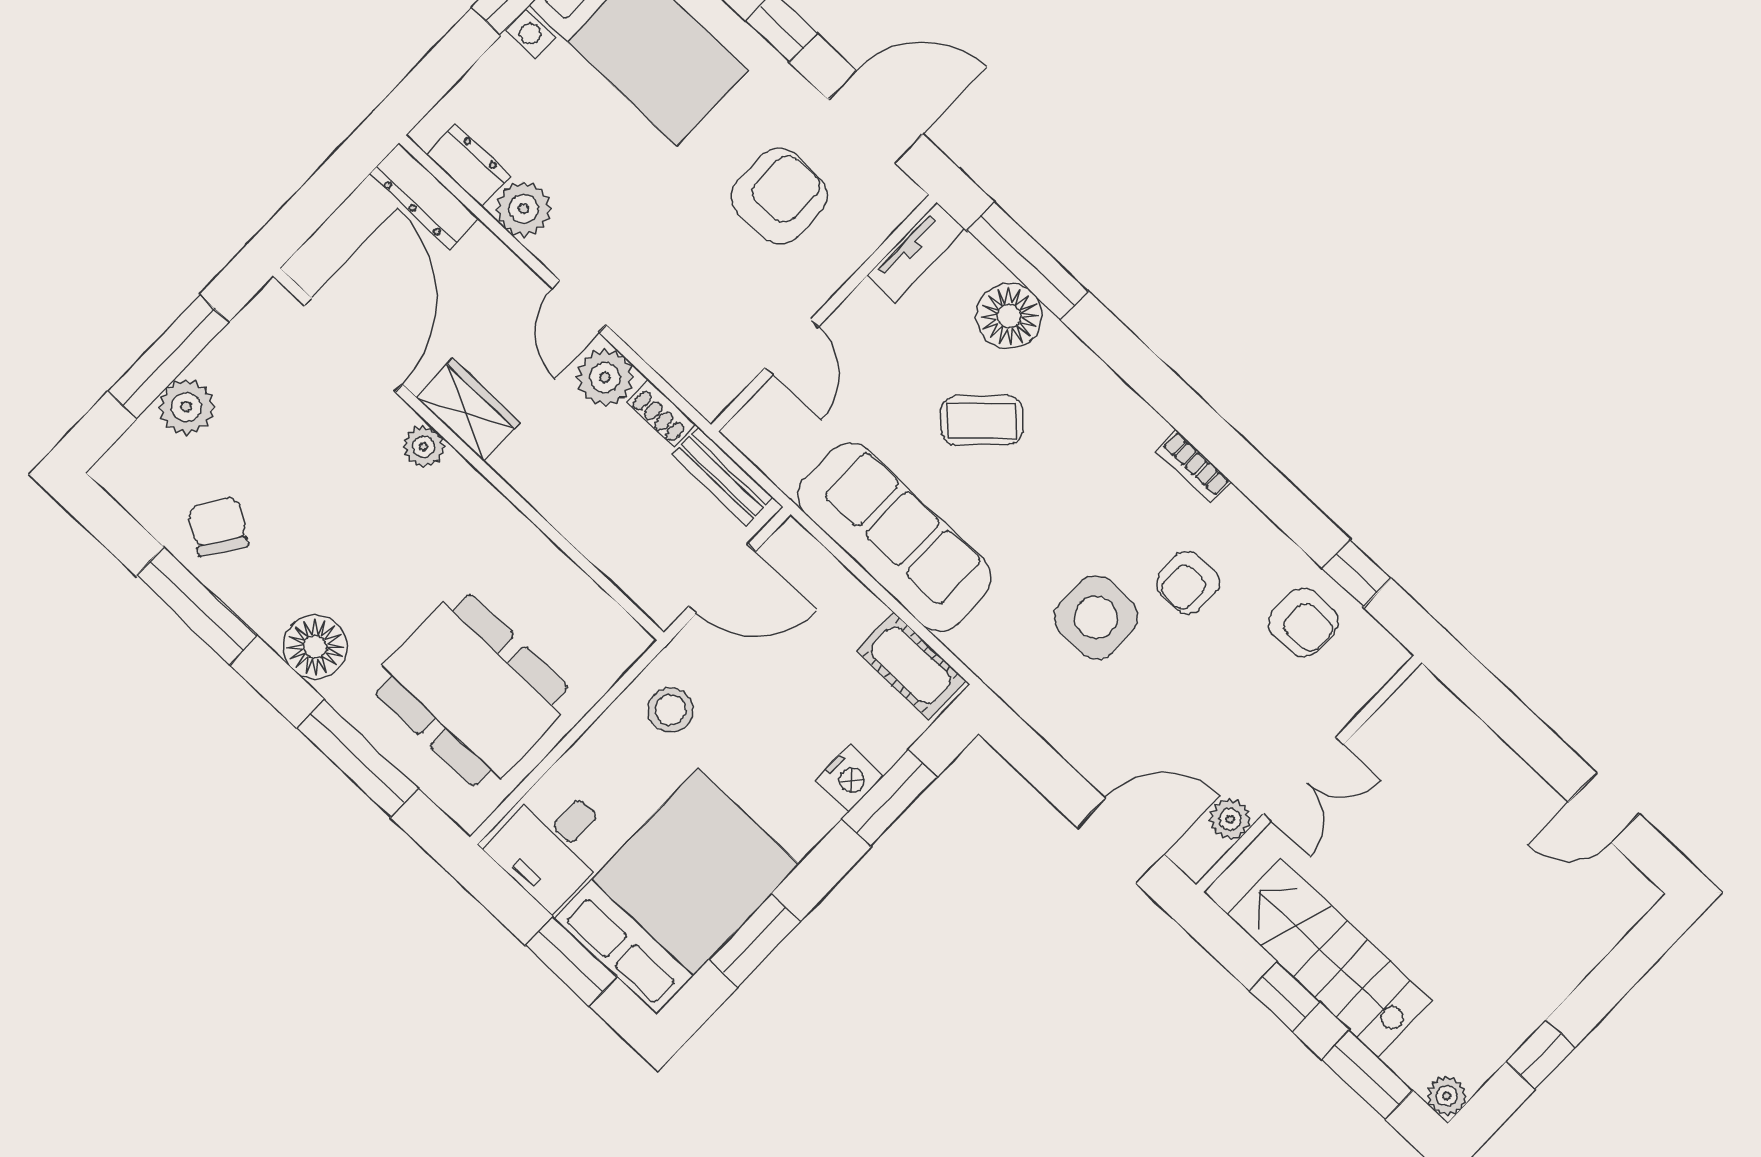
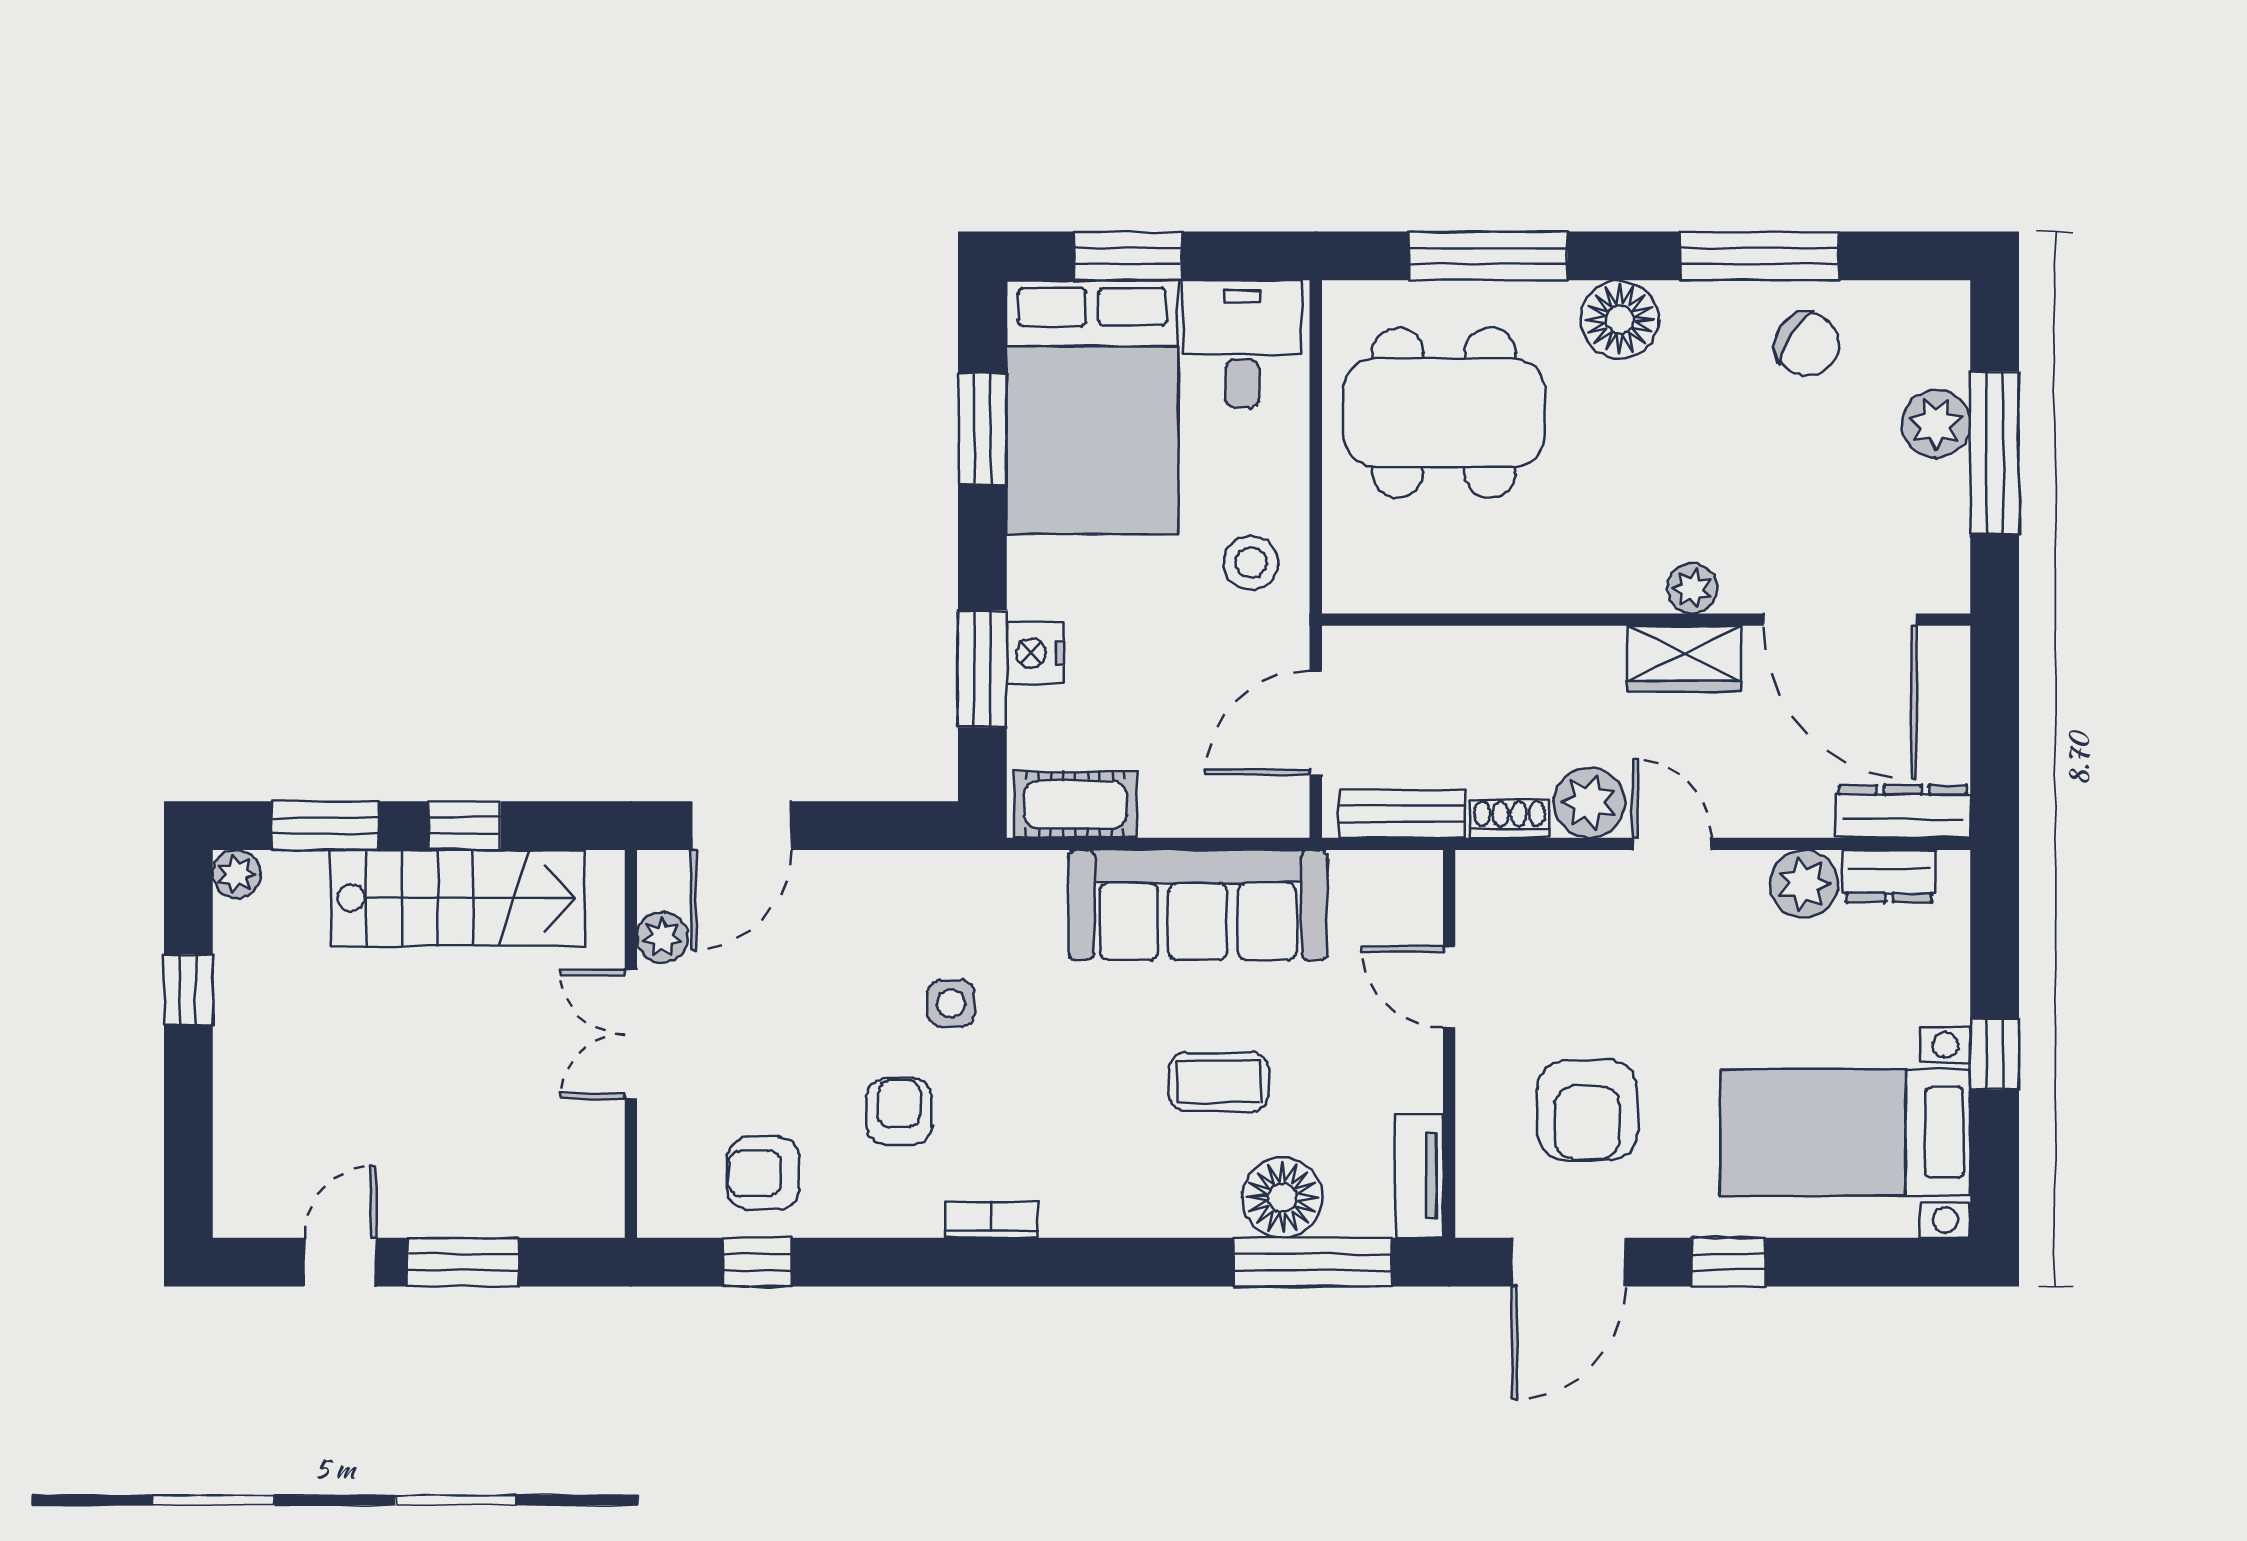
coffee table: (982, 420) -> (1219, 1082), turned 44
side table: (1096, 617) -> (951, 1003), width x0.54, depth x0.54
window: (1531, 739) -> (463, 1262), added

